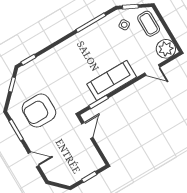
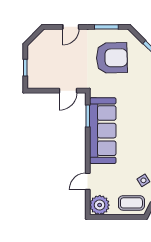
sofa: (112, 80) -> (103, 131), width x1.36, depth x1.27
armchair: (39, 111) -> (112, 58), turned 89
door: (87, 131) -> (68, 91), hinge flipped

